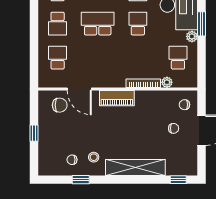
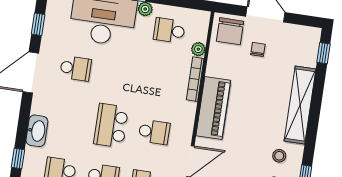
school desk: (138, 24) -> (154, 132), moved, turned 180
piano: (117, 98) -> (213, 108), width x1.37, depth x1.33
chair: (184, 105) -> (230, 31), width x1.87, depth x1.87

